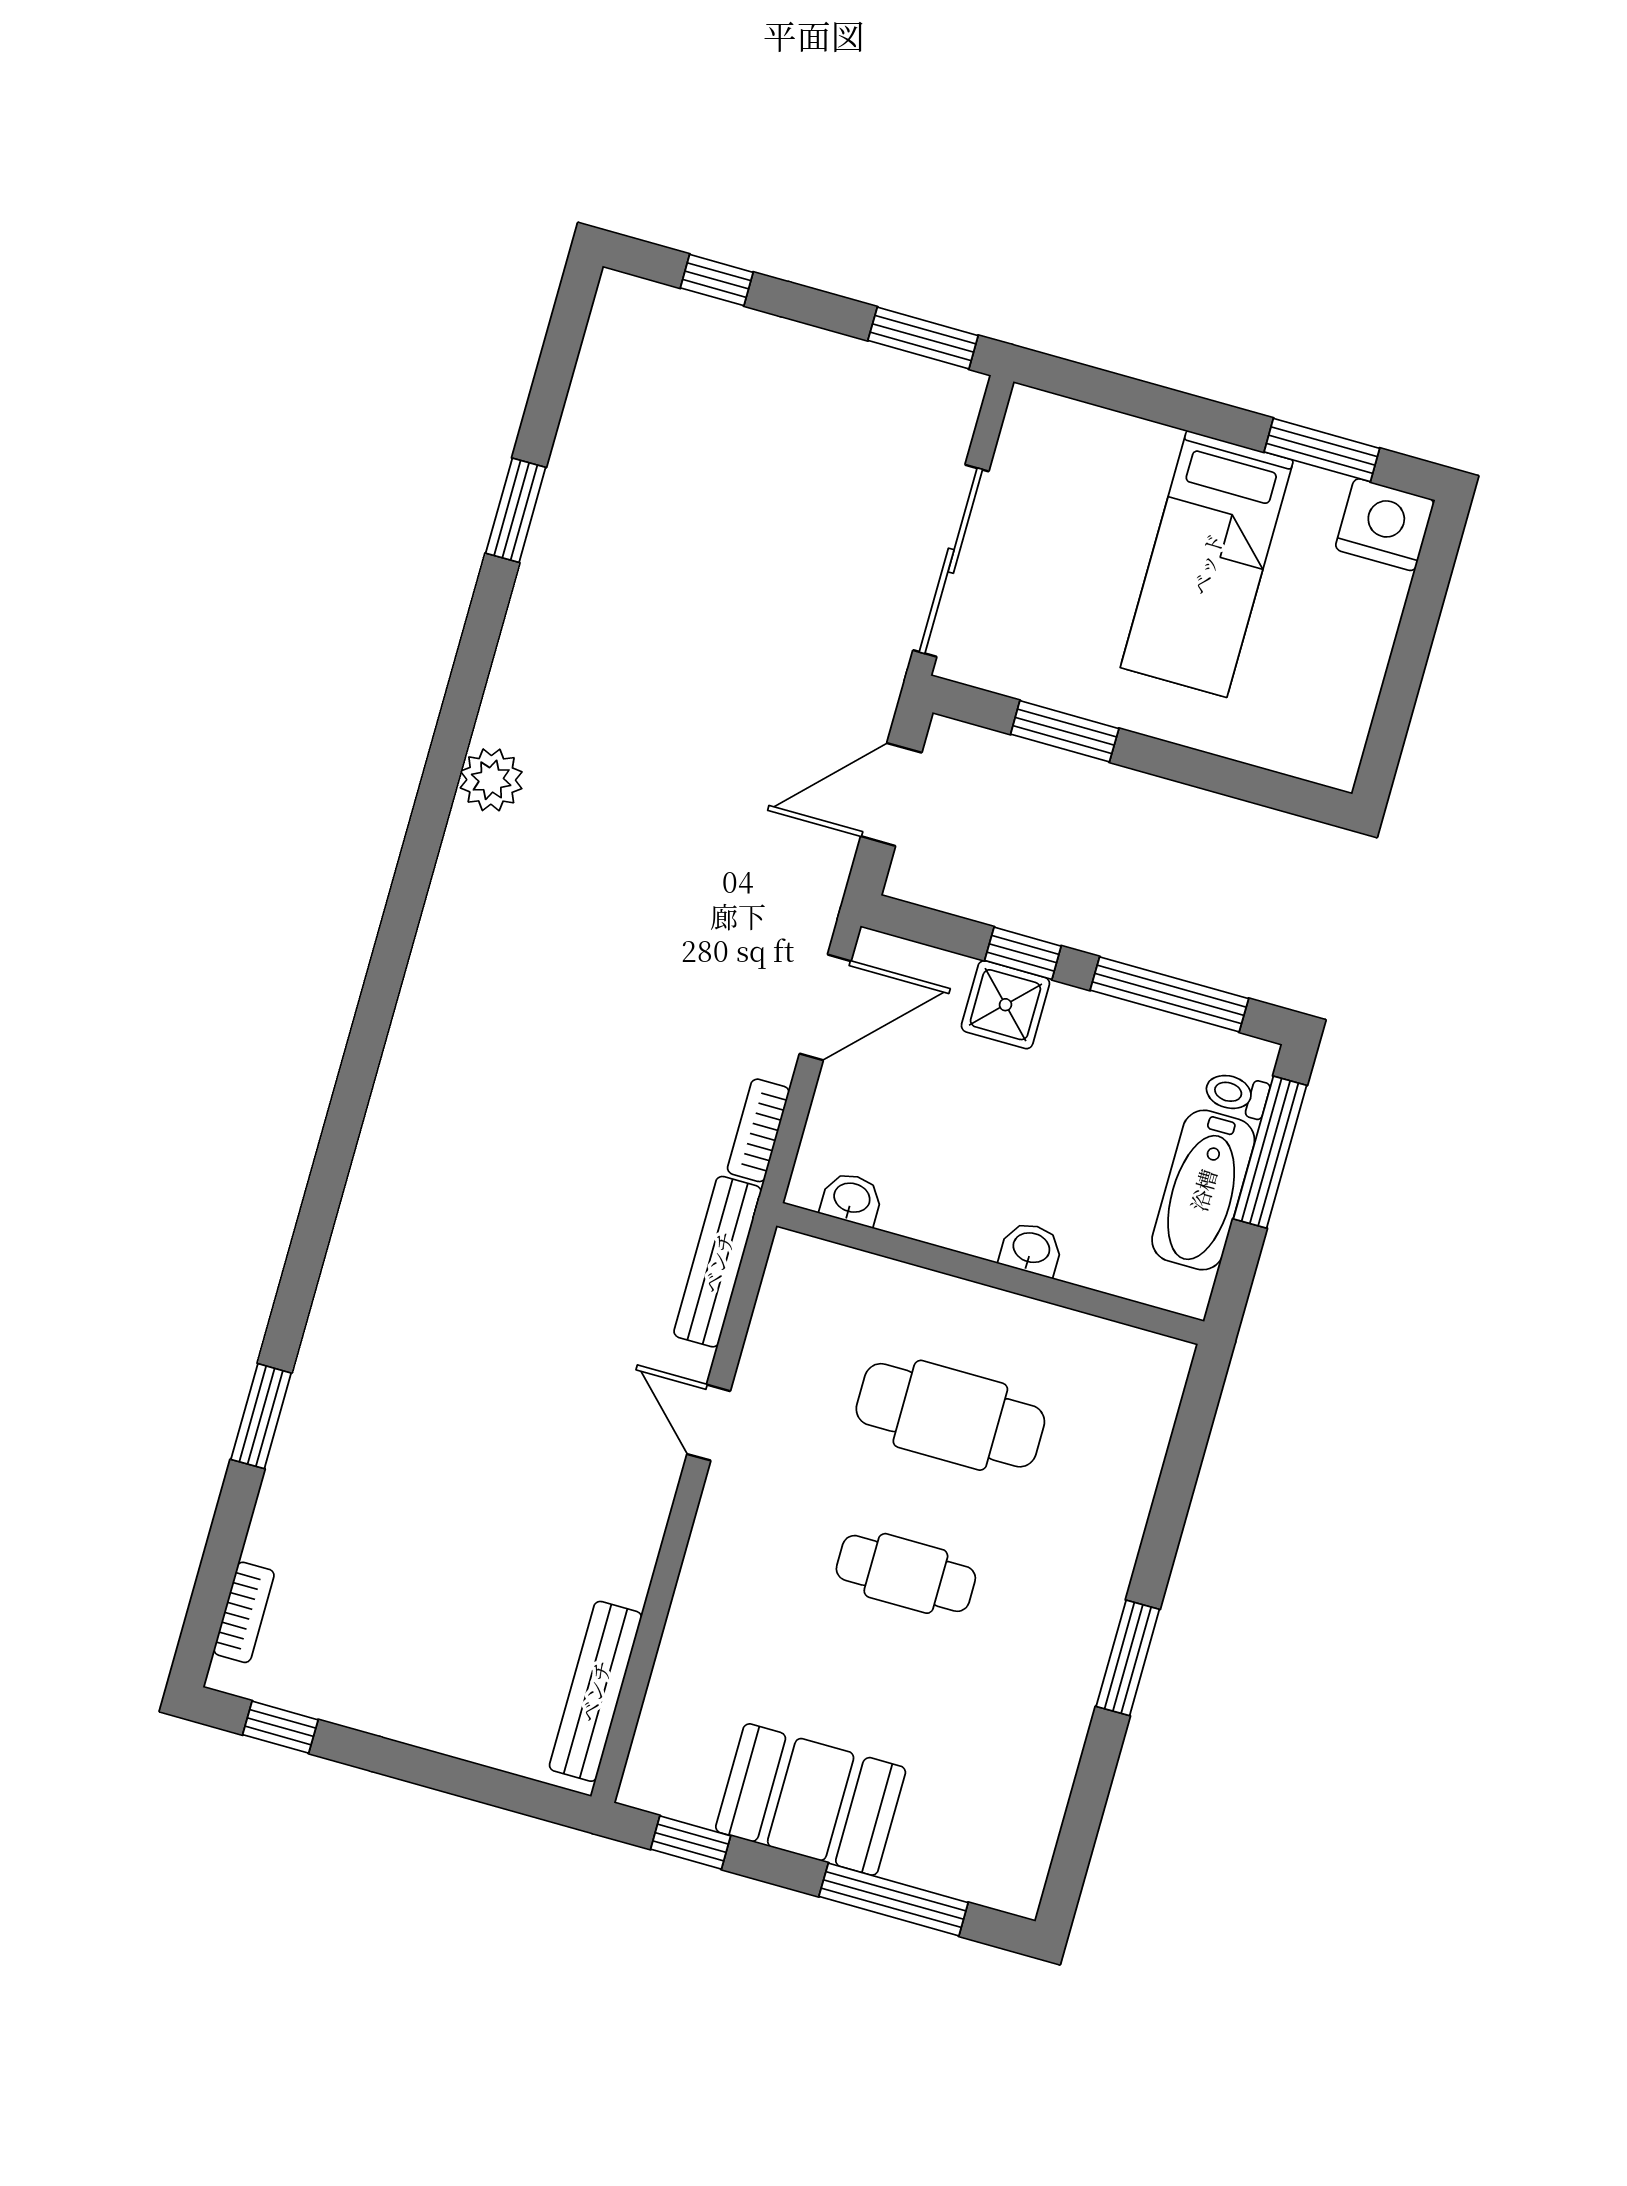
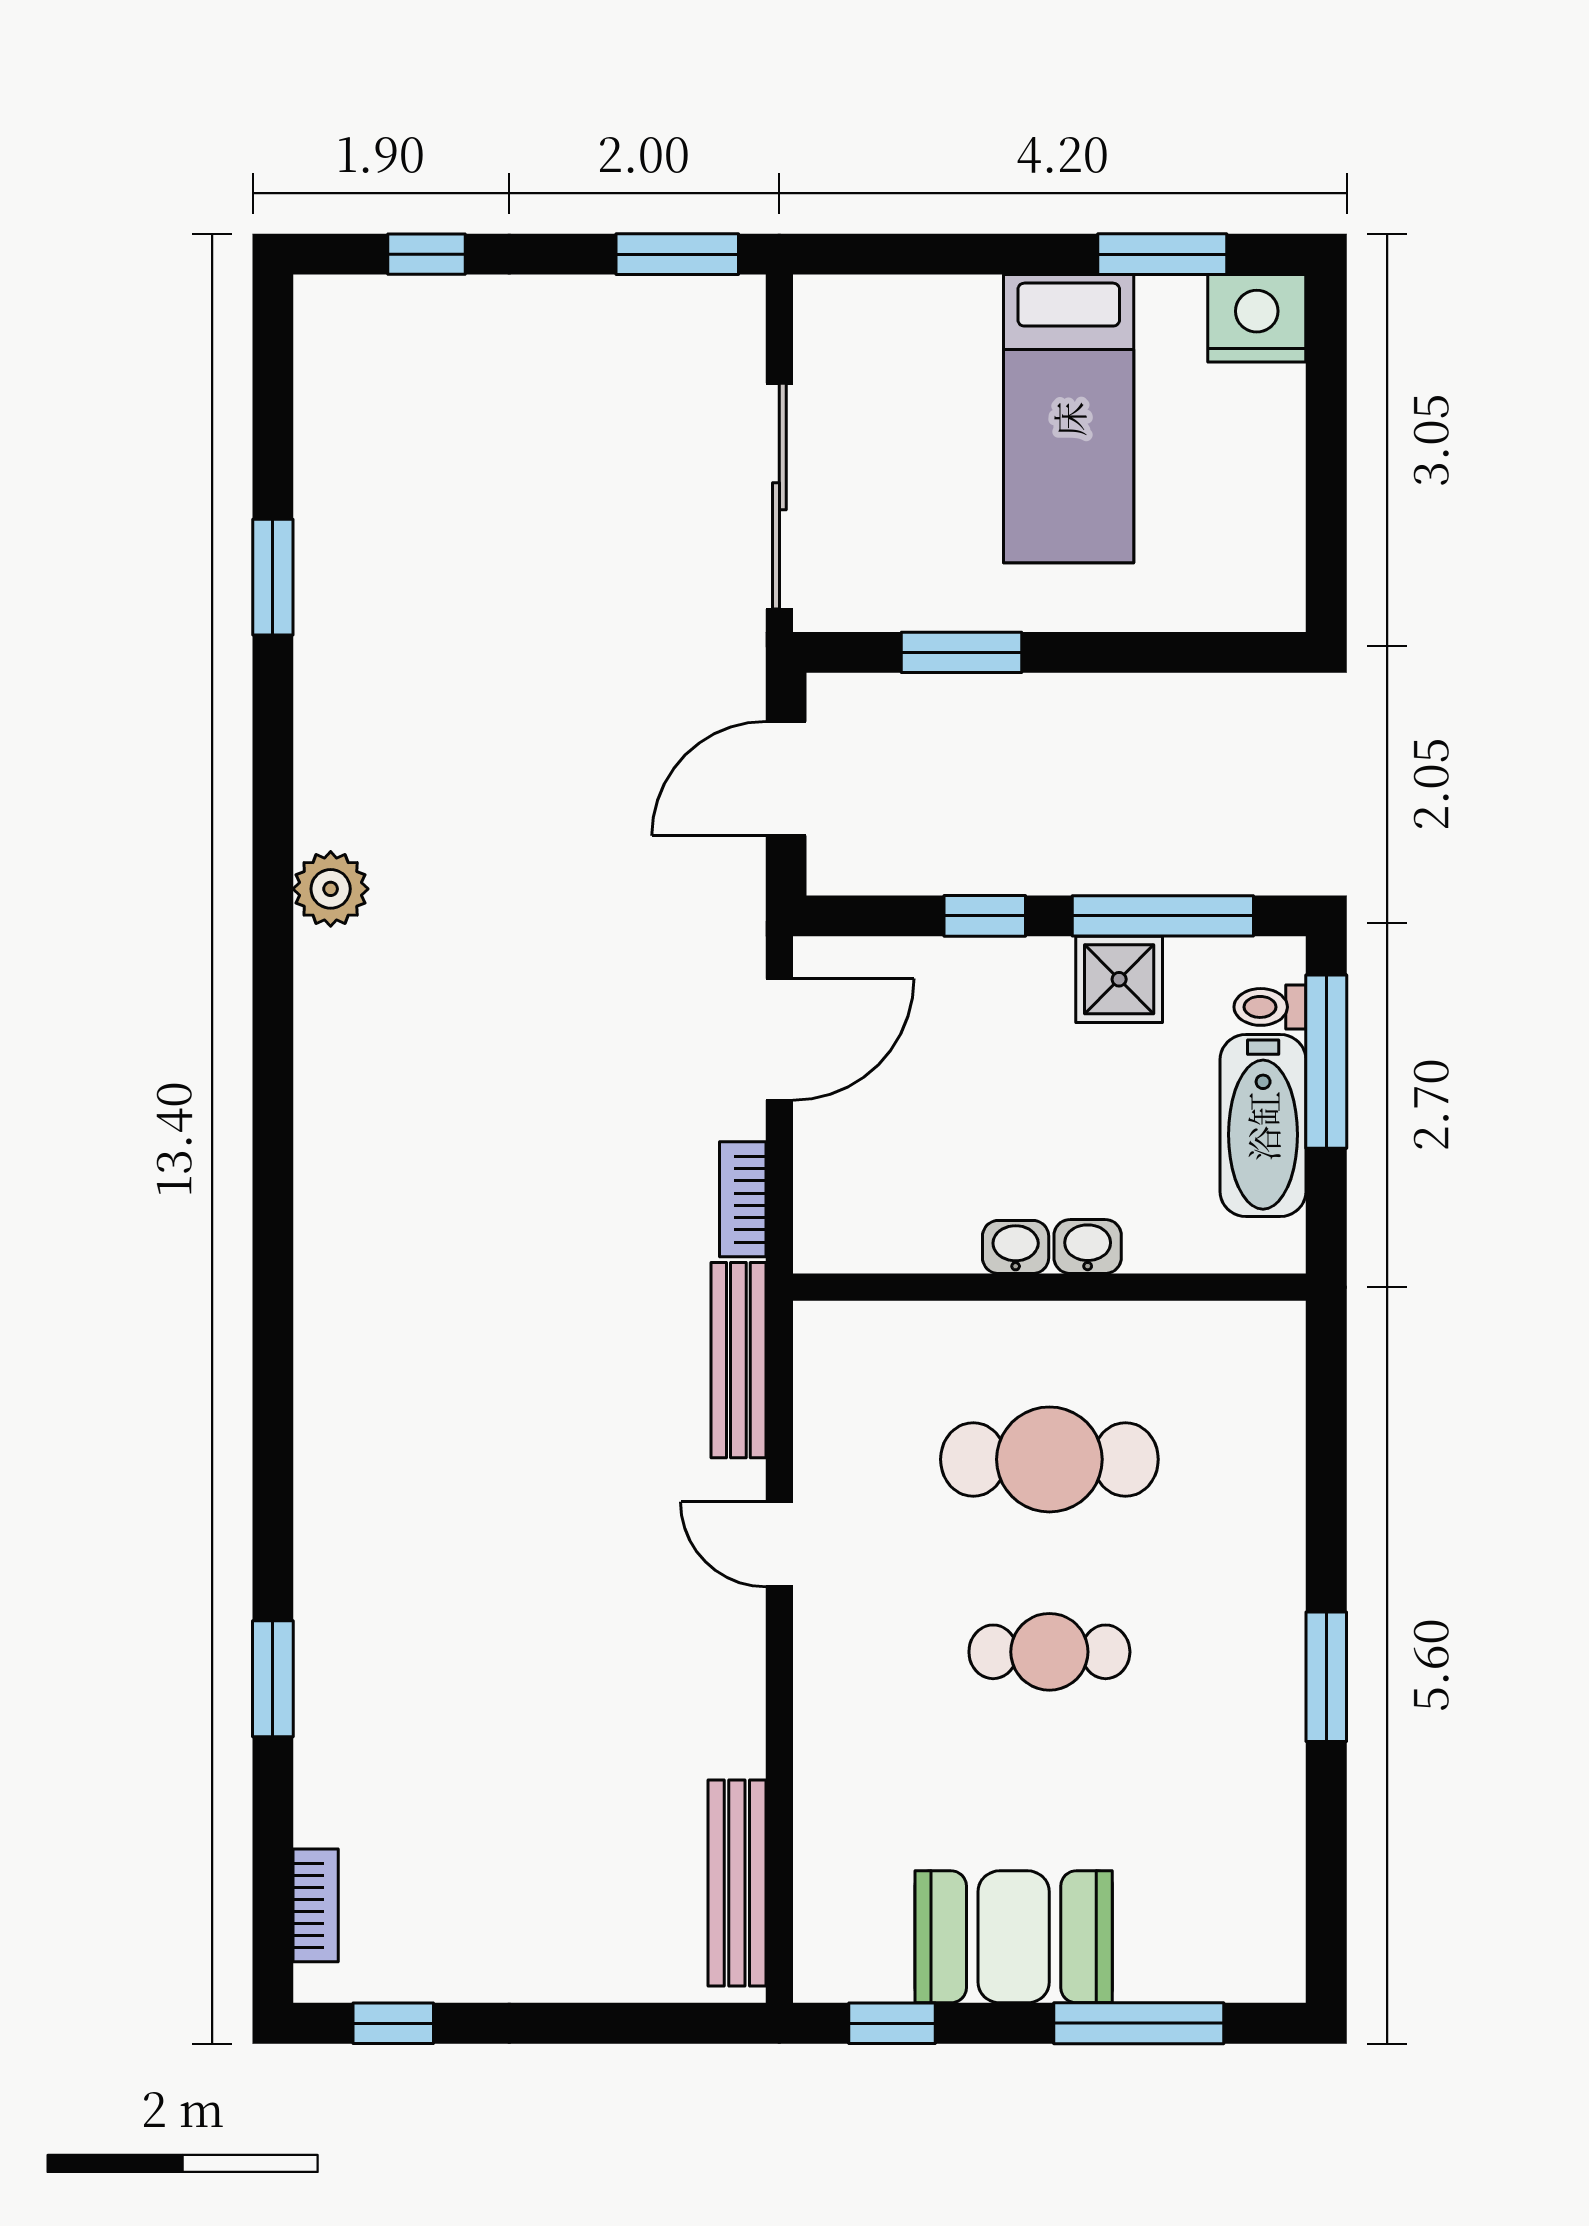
shower: (1005, 1005) -> (1119, 979), moved
washbasin: (852, 1199) -> (1016, 1247), moved

